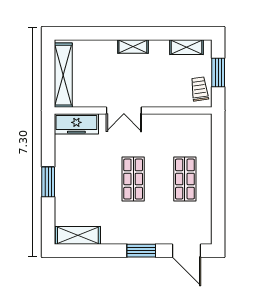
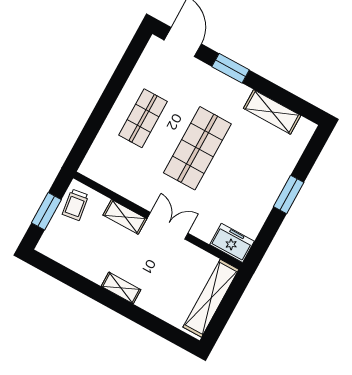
shelving: (186, 47) -> (125, 217), moved
freezer: (76, 124) -> (232, 243), width x0.71
shop shelf: (133, 179) -> (197, 148), width x1.43, depth x1.36
shelving: (78, 235) -> (272, 112), moved

